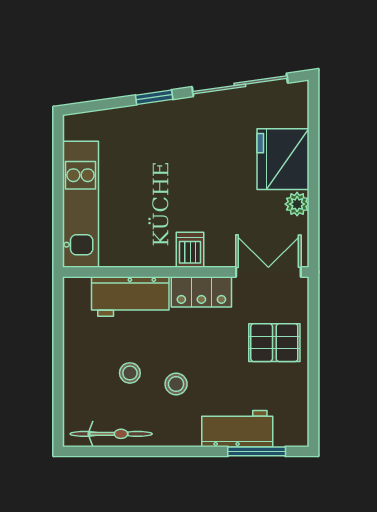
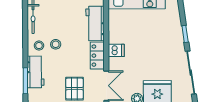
stool: (130, 373) -> (39, 46), moved

